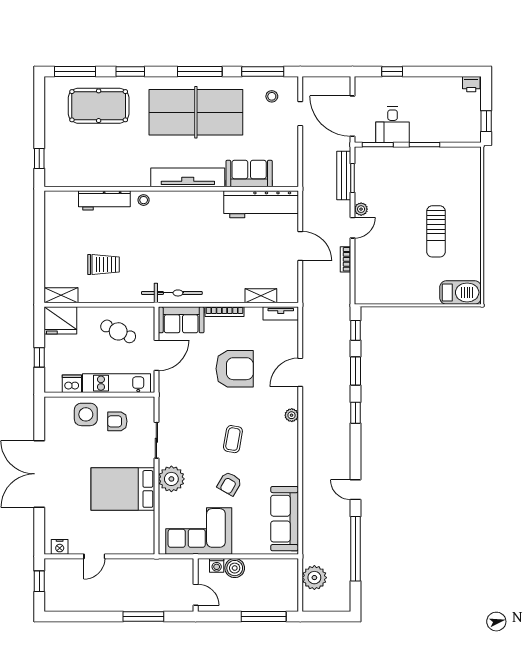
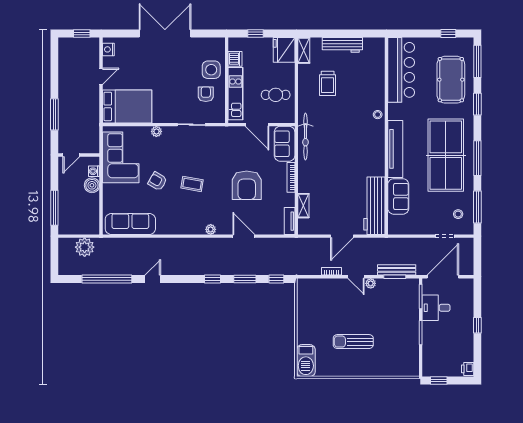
window: (392, 71) -> (477, 325), moved
window: (39, 159) -> (448, 33), moved
bar counter: (86, 170) -> (401, 70), added
workbench: (104, 200) -> (342, 45), moved, turned -90
cafe table: (118, 331) -> (276, 95), turned 65
plant: (171, 479) -> (156, 131), width x0.53, depth x0.53
bed: (123, 489) -> (127, 106), moved, turned 90
door: (94, 556) -> (101, 76), swing flipped

